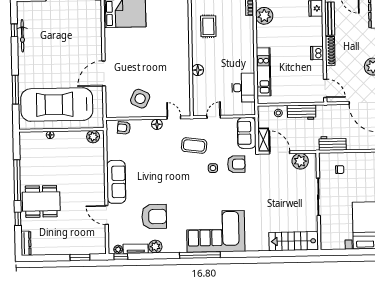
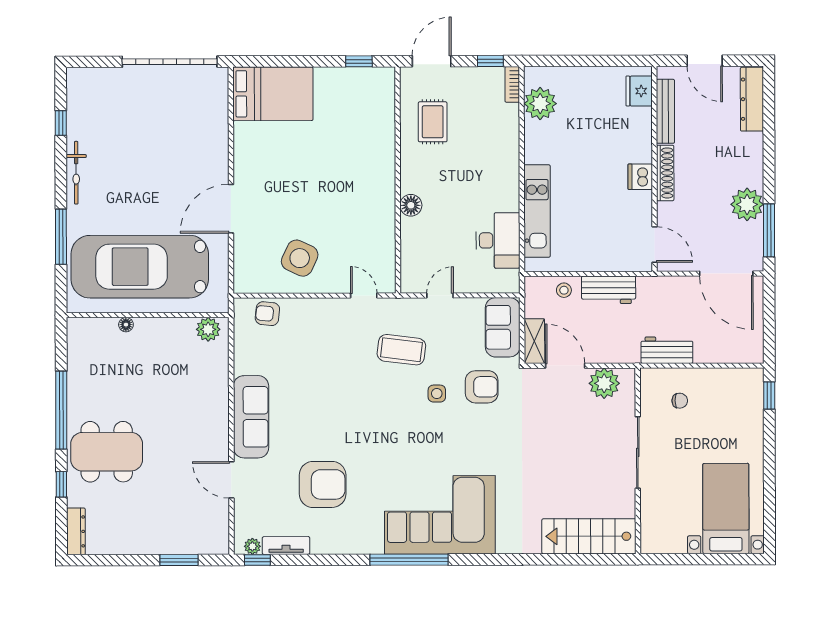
bicycle: (22, 36) -> (76, 173), moved
floor lamp: (157, 124) -> (331, 308), removed
plant: (155, 247) -> (324, 542), removed

